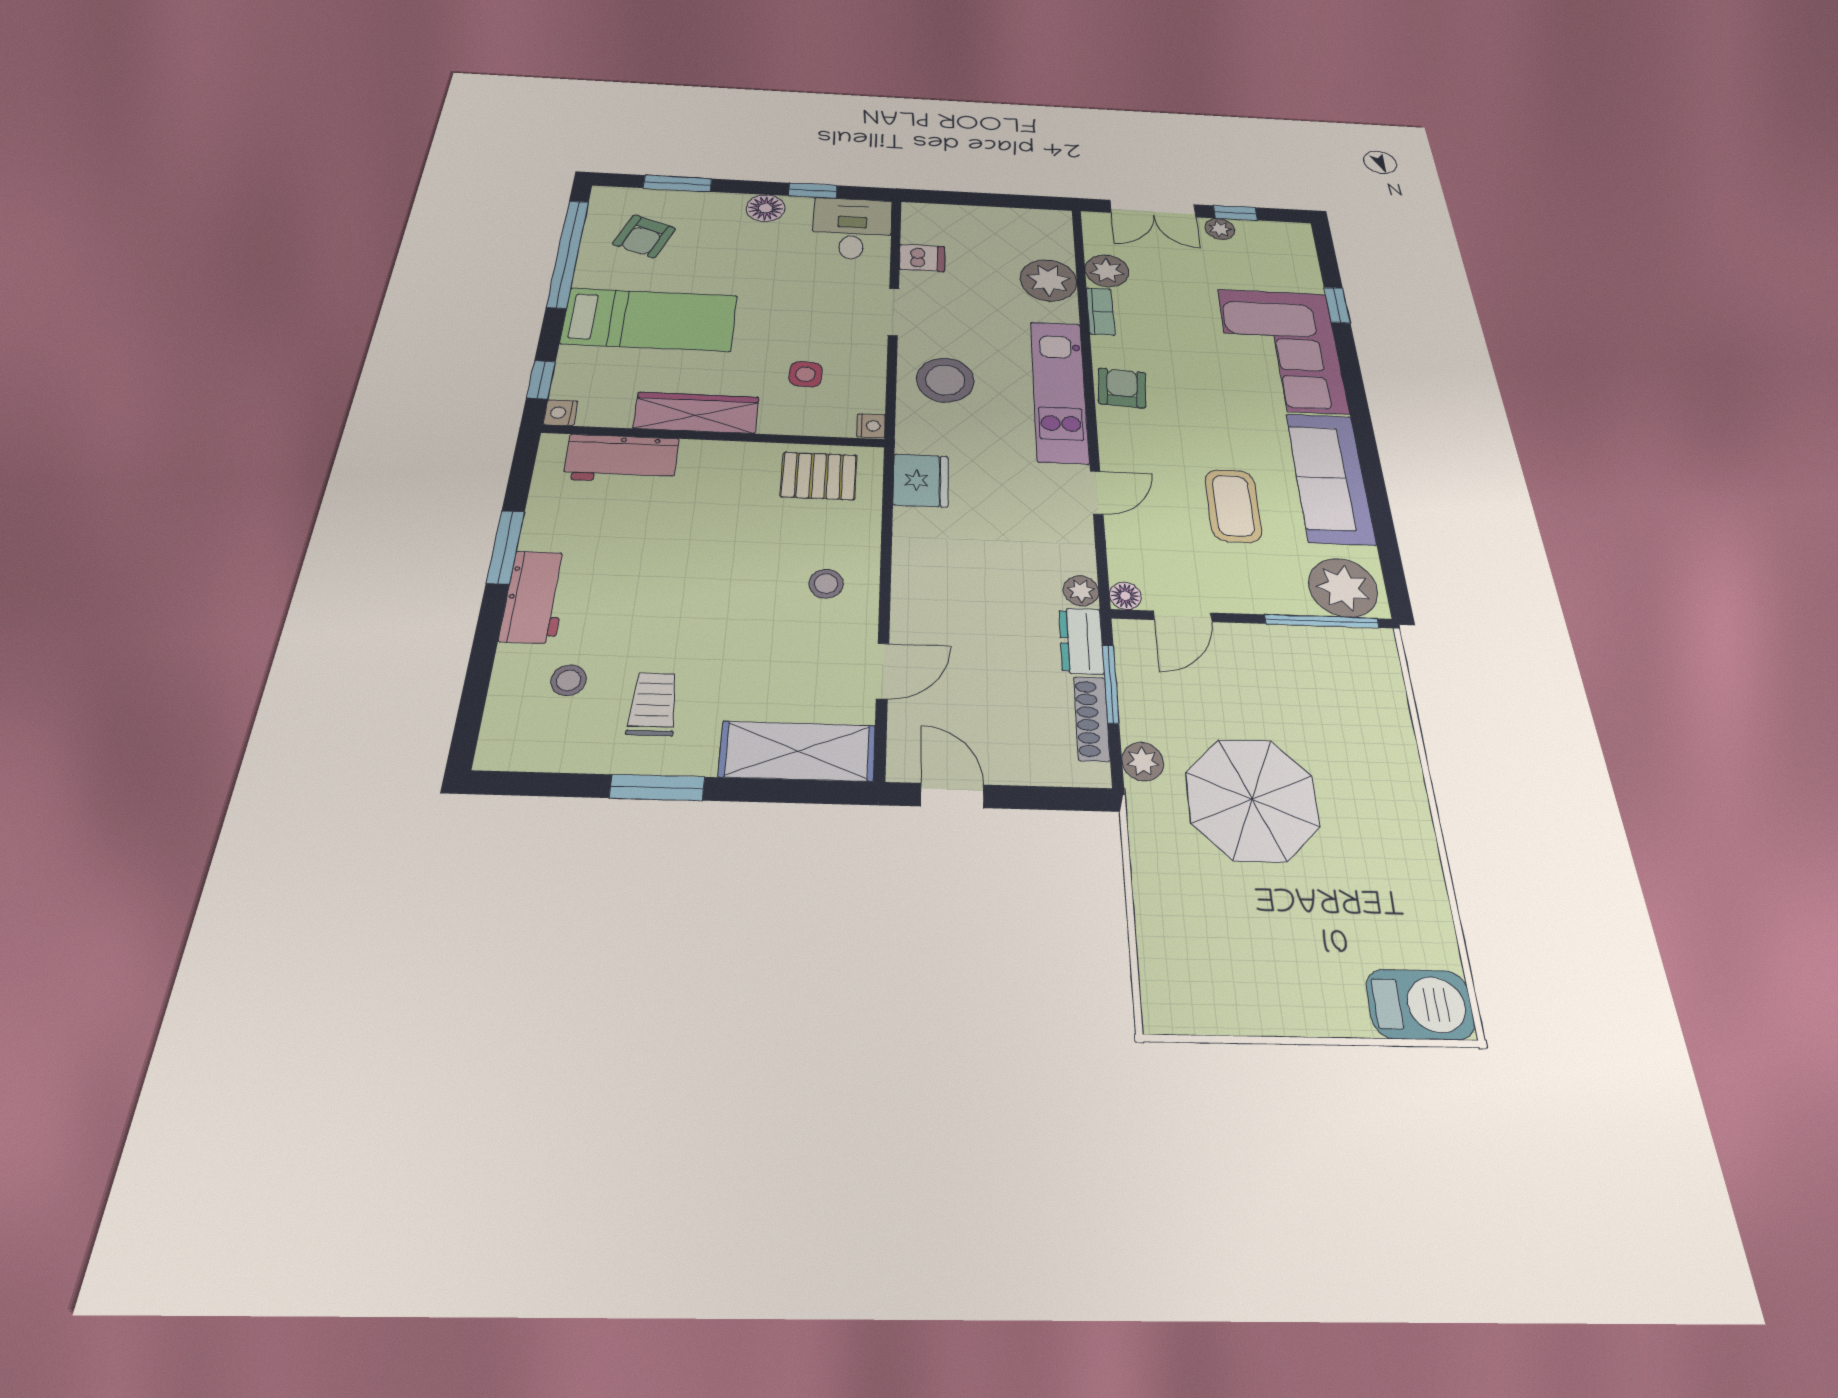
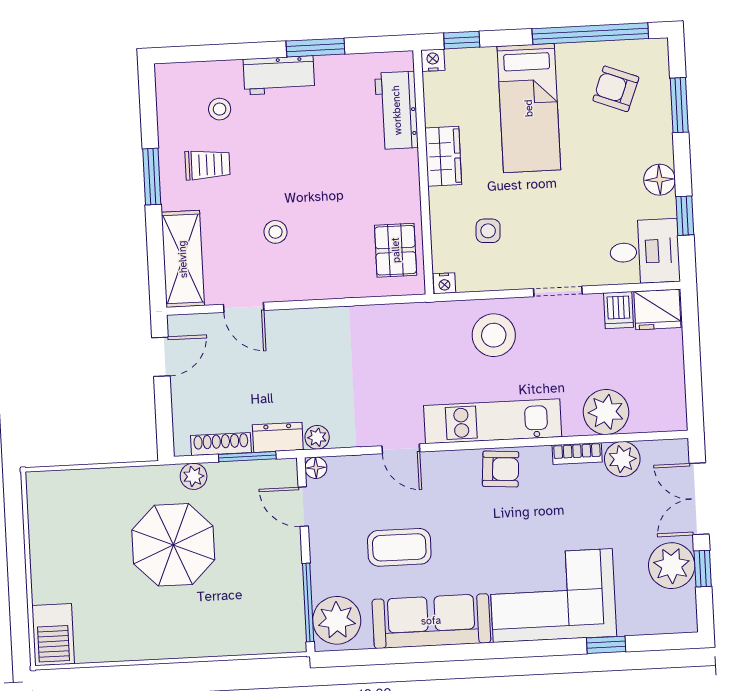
plant: (1220, 229) -> (672, 566), width x1.87, depth x1.87
wardrobe: (696, 413) -> (443, 156), width x0.67
fridge: (921, 480) -> (657, 310), moved
stool: (826, 584) -> (275, 232), moved

